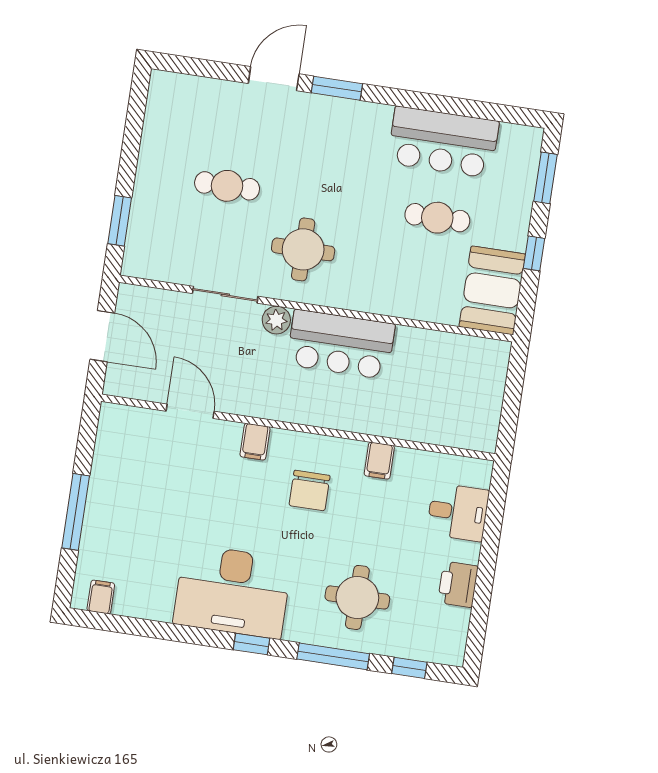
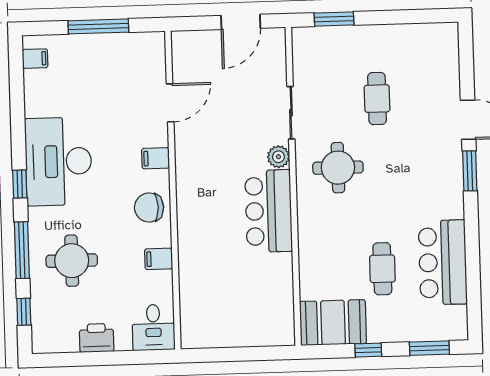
door: (190, 411) -> (170, 103), moved
wall: (298, 428) -> (173, 190), moved
filing cabinet: (255, 442) -> (156, 158), moved
filing cabinet: (379, 461) -> (159, 259), moved

